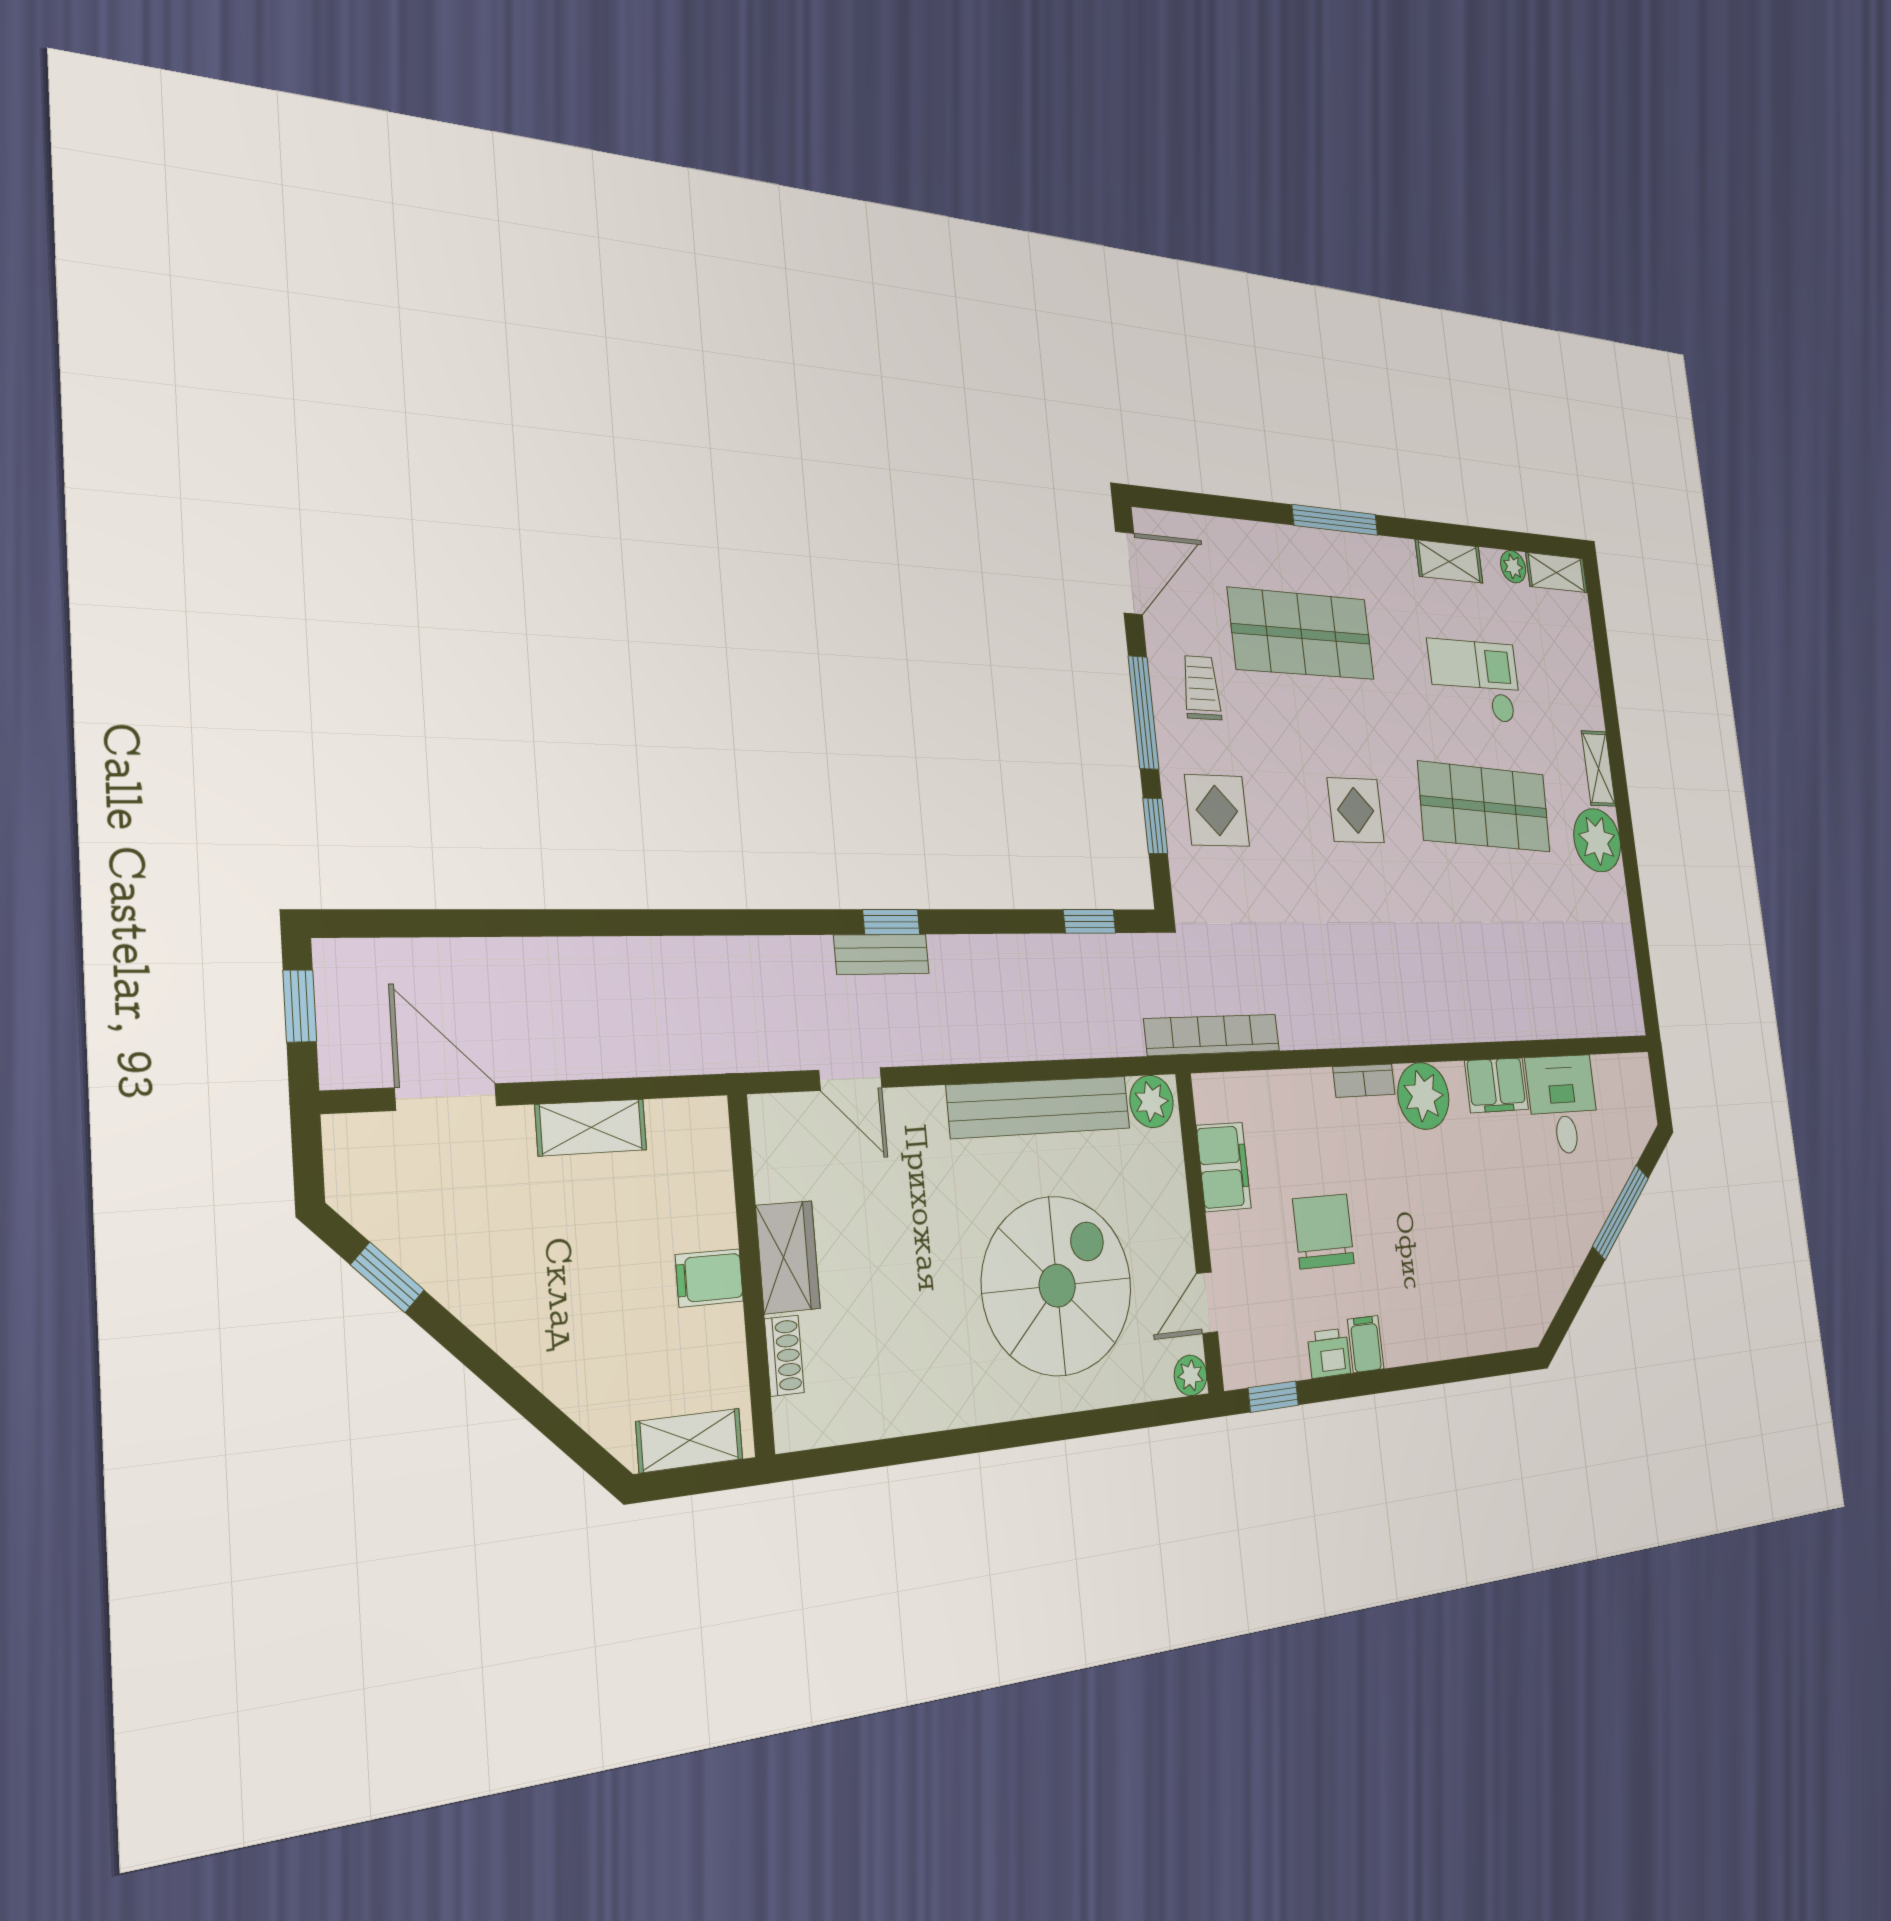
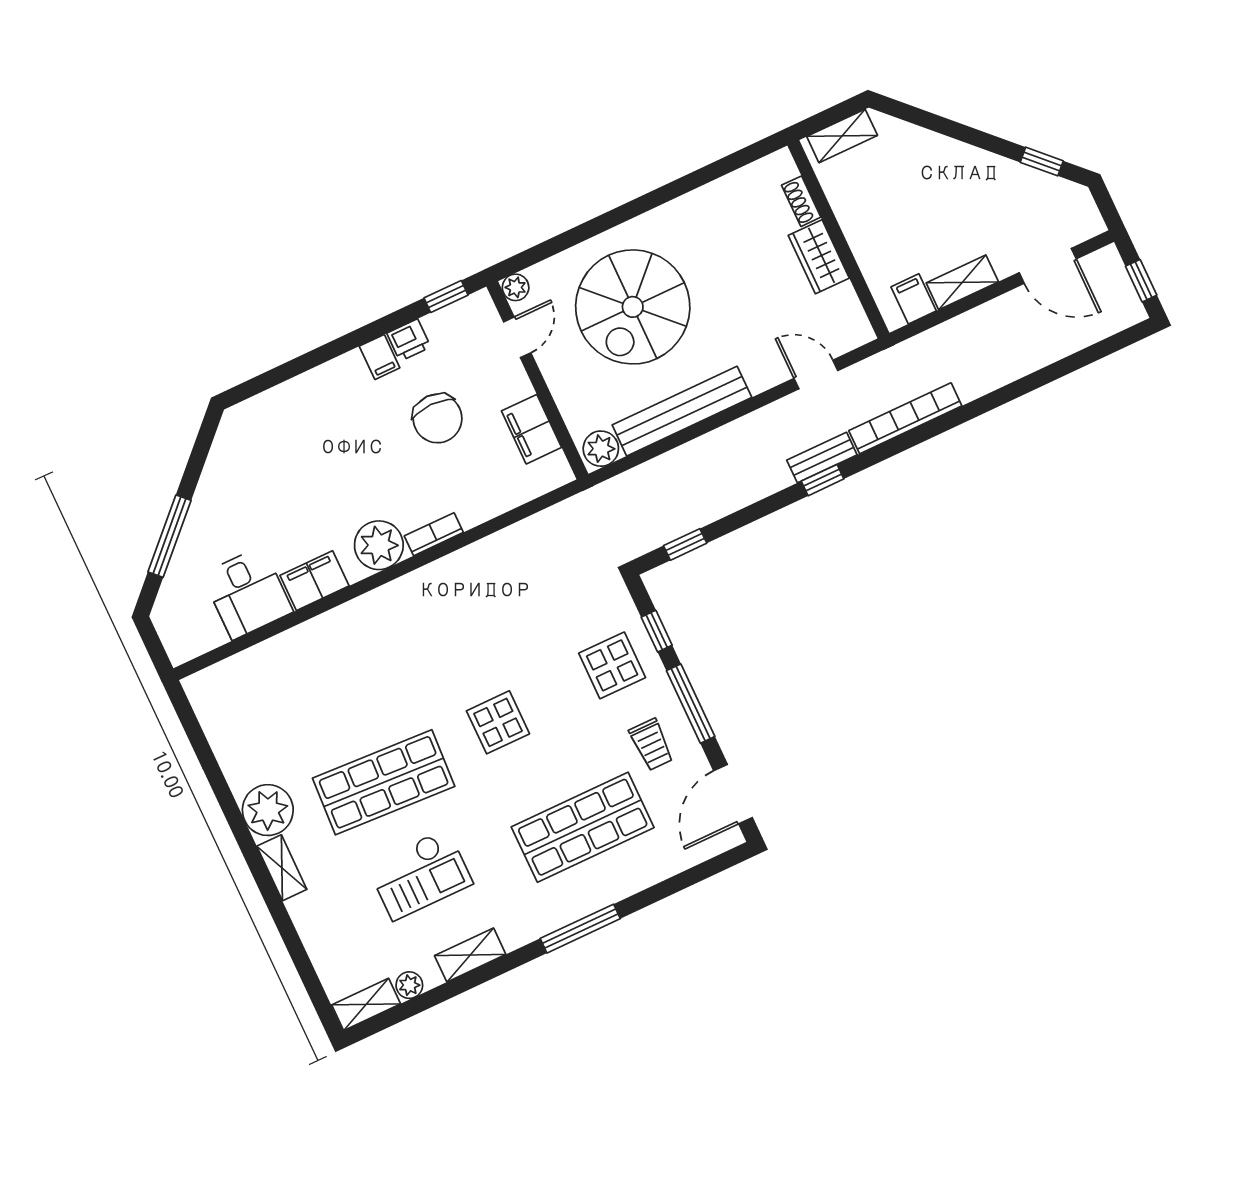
bookcase: (1212, 1035) -> (905, 418), moved, turned 180
filing cabinet: (709, 1278) -> (914, 299), moved, turned -90

